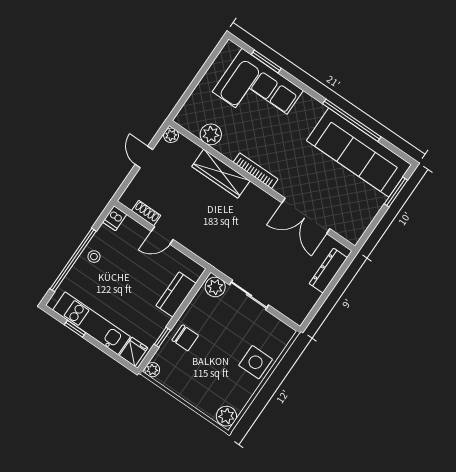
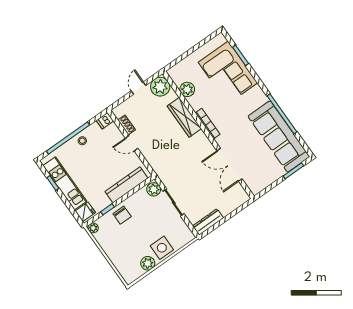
plant: (171, 135) -> (160, 87), width x1.87, depth x1.87
dresser: (328, 271) -> (208, 222), moved
kitchen counter: (176, 294) -> (126, 185), width x1.50
plant: (226, 416) -> (148, 263), moved

